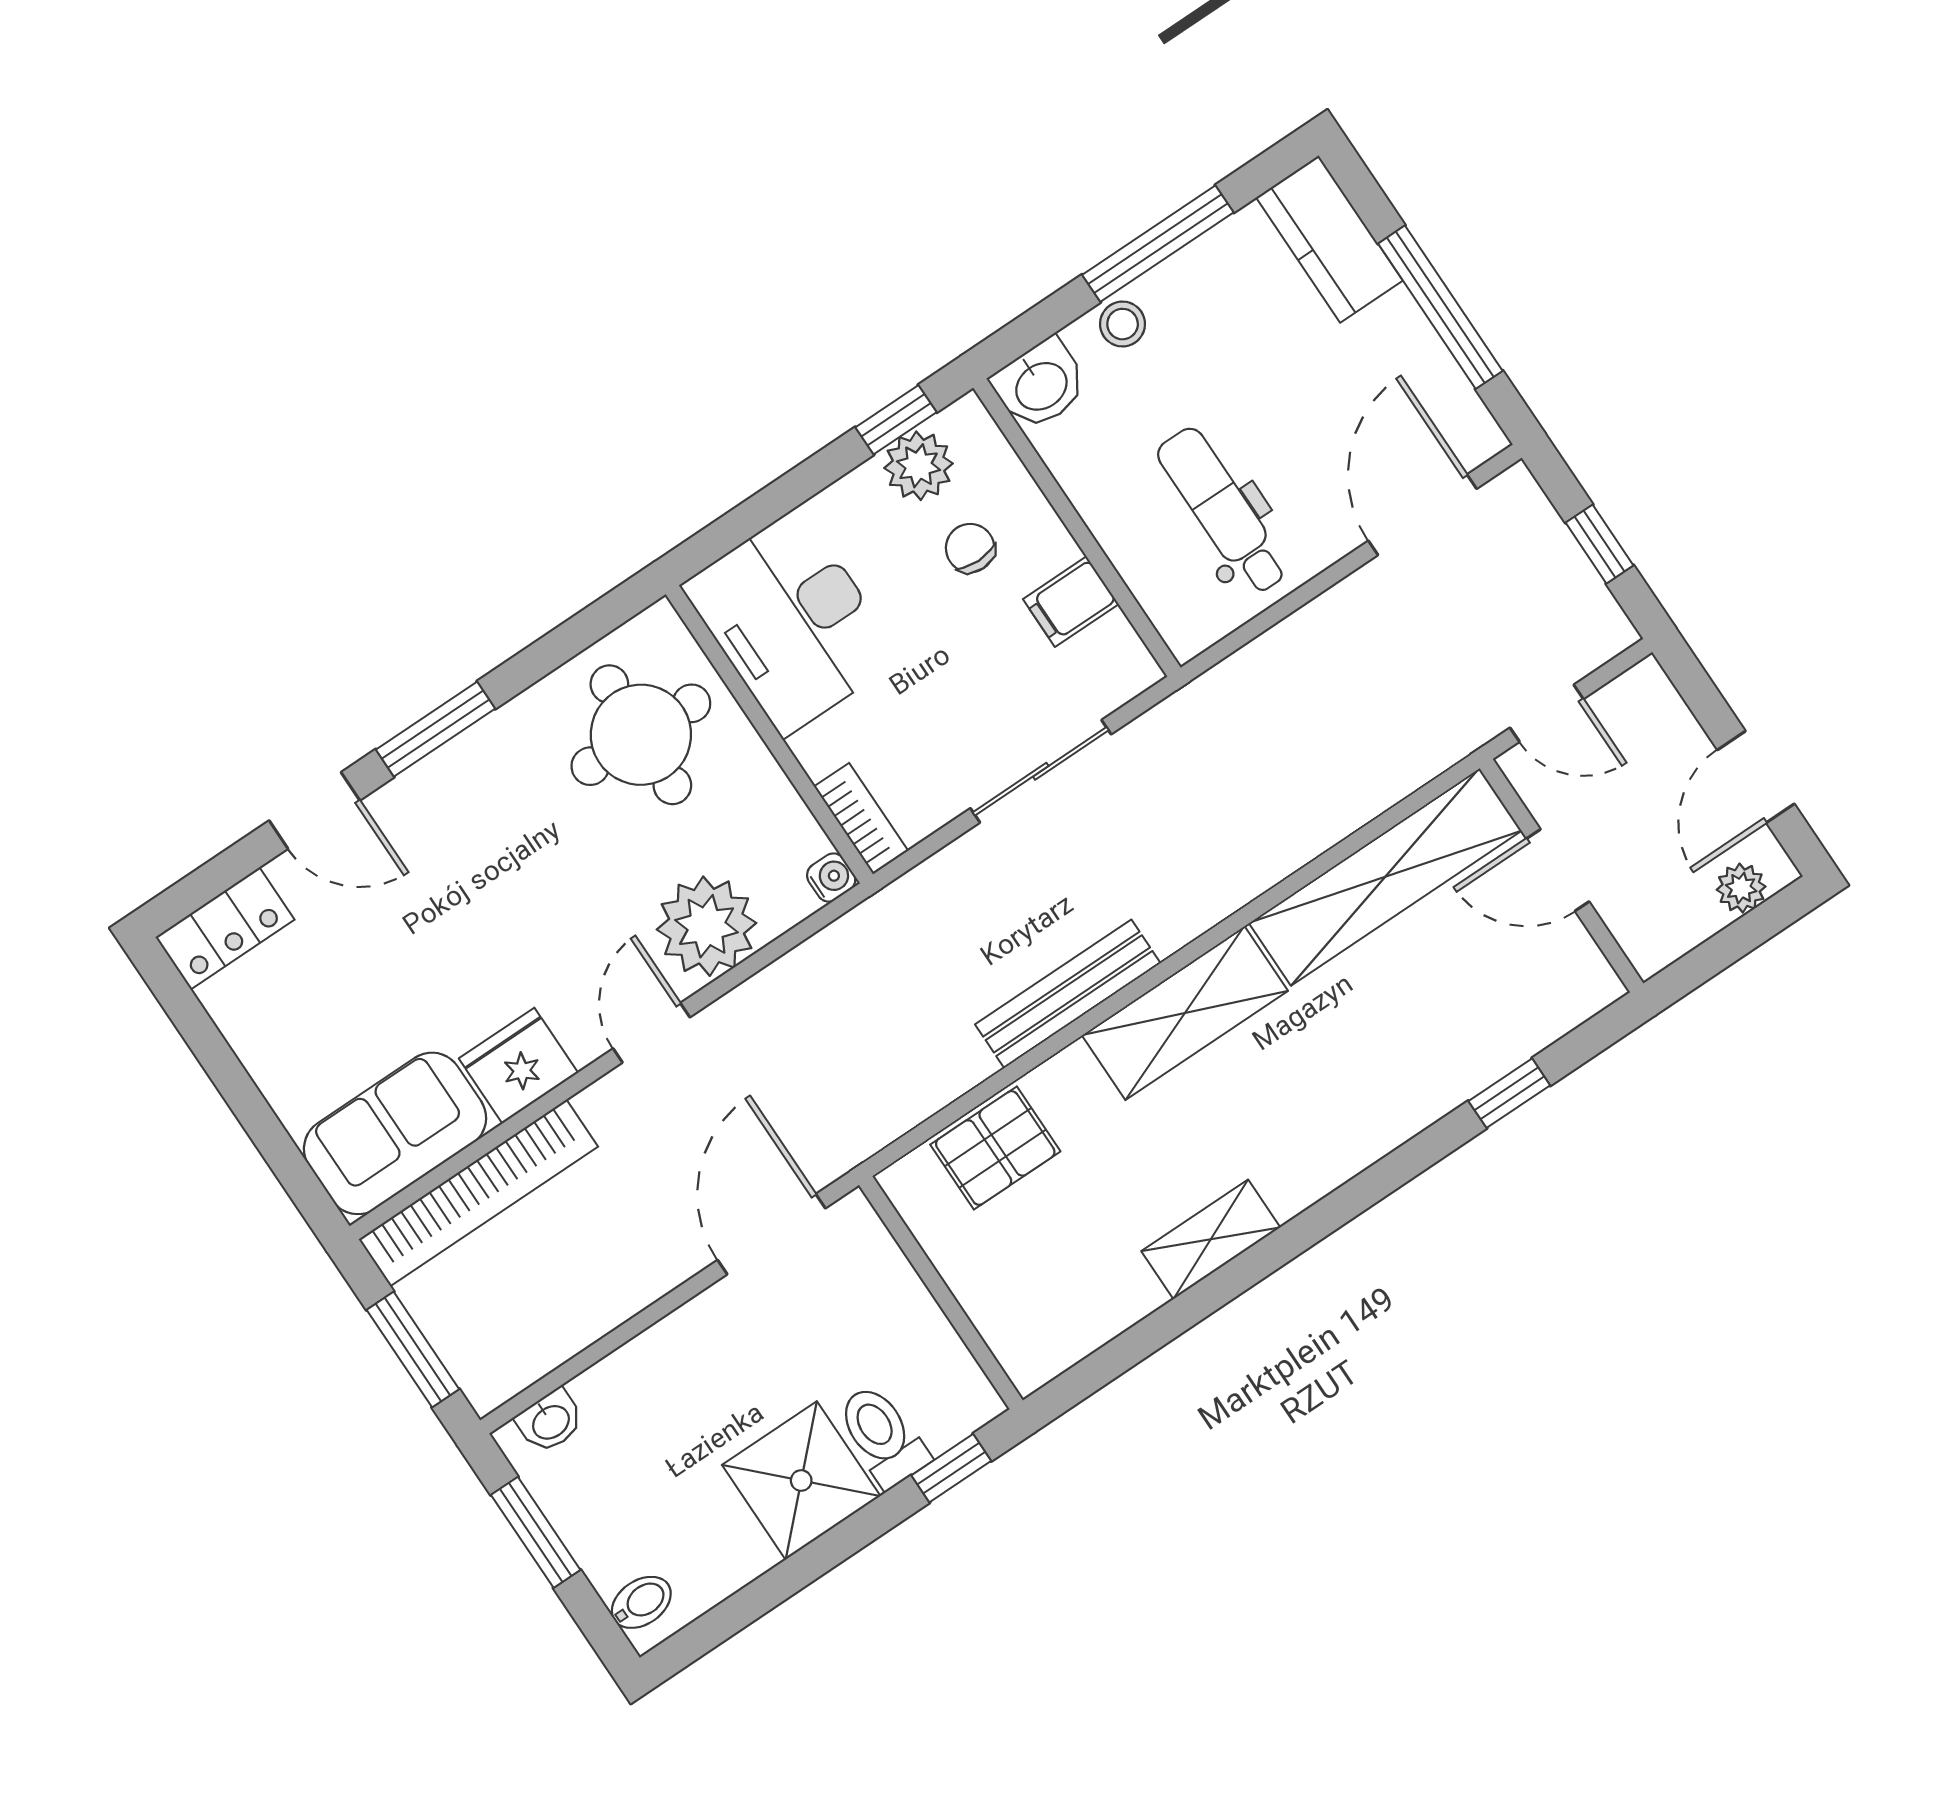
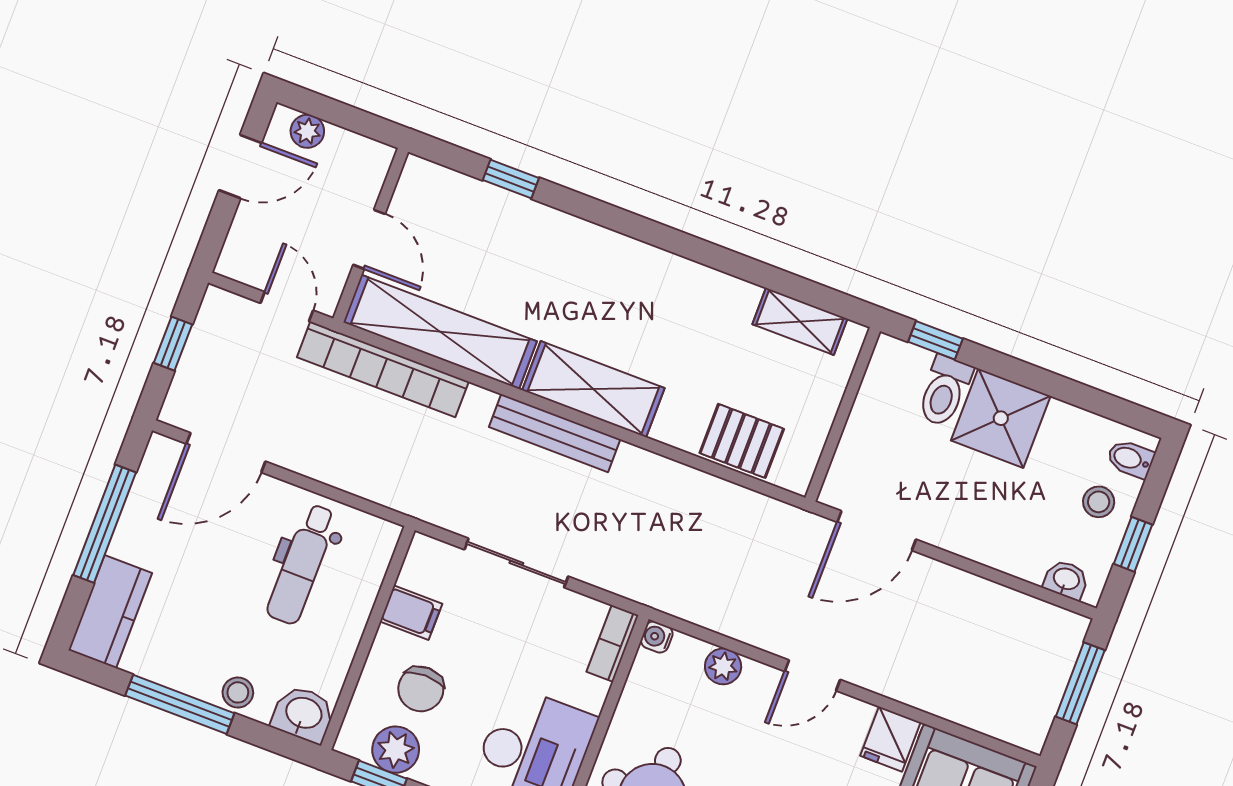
chair: (970, 548) -> (421, 689), width x1.37, depth x1.37
plant: (707, 926) -> (723, 666), width x0.53, depth x0.53
bench: (1068, 994) -> (555, 433), moved
fridge: (518, 1066) -> (890, 739), width x0.72
bookcase: (478, 1193) -> (383, 369), moved, turned 180
shelving: (1211, 1239) -> (800, 321), moved
stool: (616, 1527) -> (1099, 502), added
window: (536, 1532) -> (1133, 544), width x0.67

